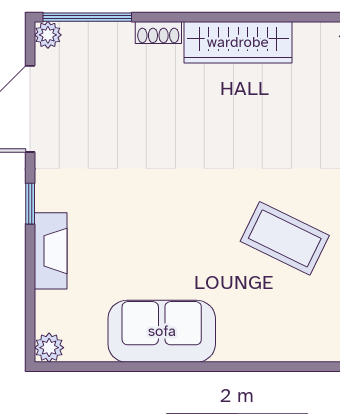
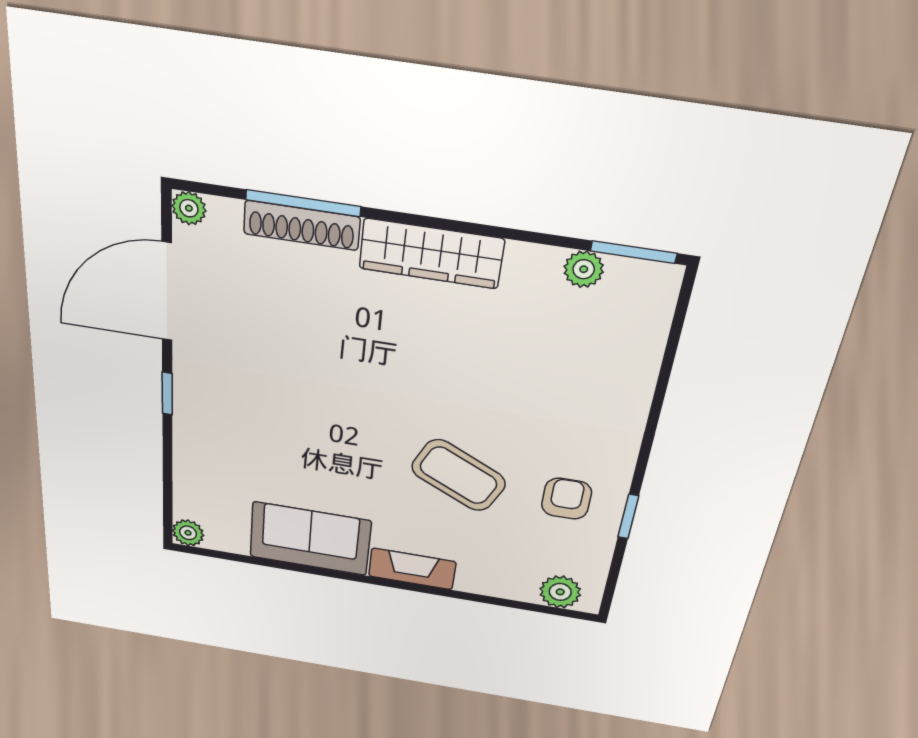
window: (87, 17) -> (303, 203), moved
shoe rack: (158, 33) -> (302, 225), width x1.94, depth x1.24
fireplace: (51, 251) -> (412, 569), moved, turned -90

